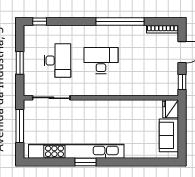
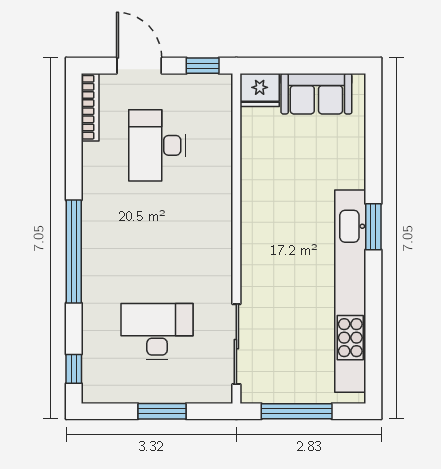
window: (120, 21) -> (74, 252), moved
desk: (101, 61) -> (157, 145), moved
window: (86, 162) -> (373, 227), moved

